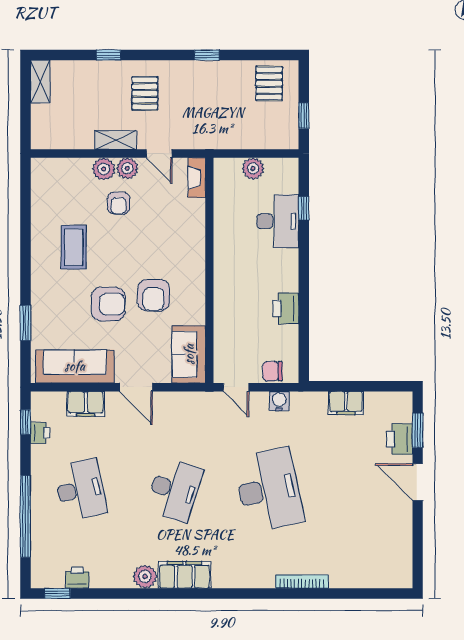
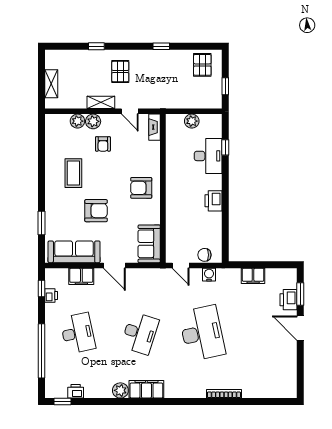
shelving: (40, 82) -> (51, 84), moved
plant: (127, 168) -> (77, 121), moved
armchair: (154, 295) -> (141, 188), moved, turned 90
printer: (286, 308) -> (213, 201), moved

